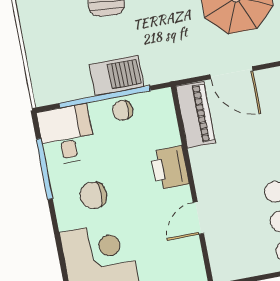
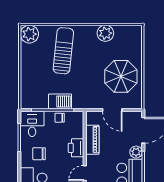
piano: (196, 114) -> (92, 140), moved

